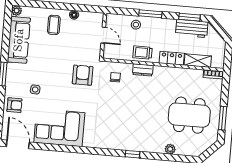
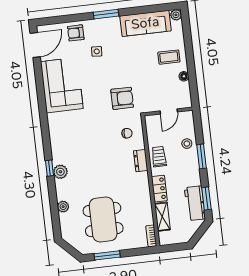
armchair: (14, 105) -> (76, 33), turned 90
plant: (138, 145) -> (60, 172), added

